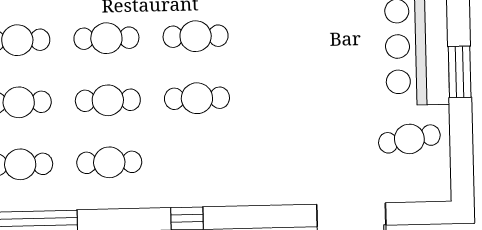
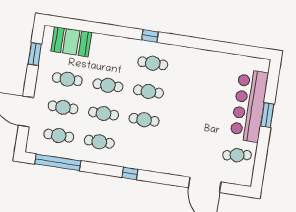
window: (460, 72) -> (267, 115), moved

